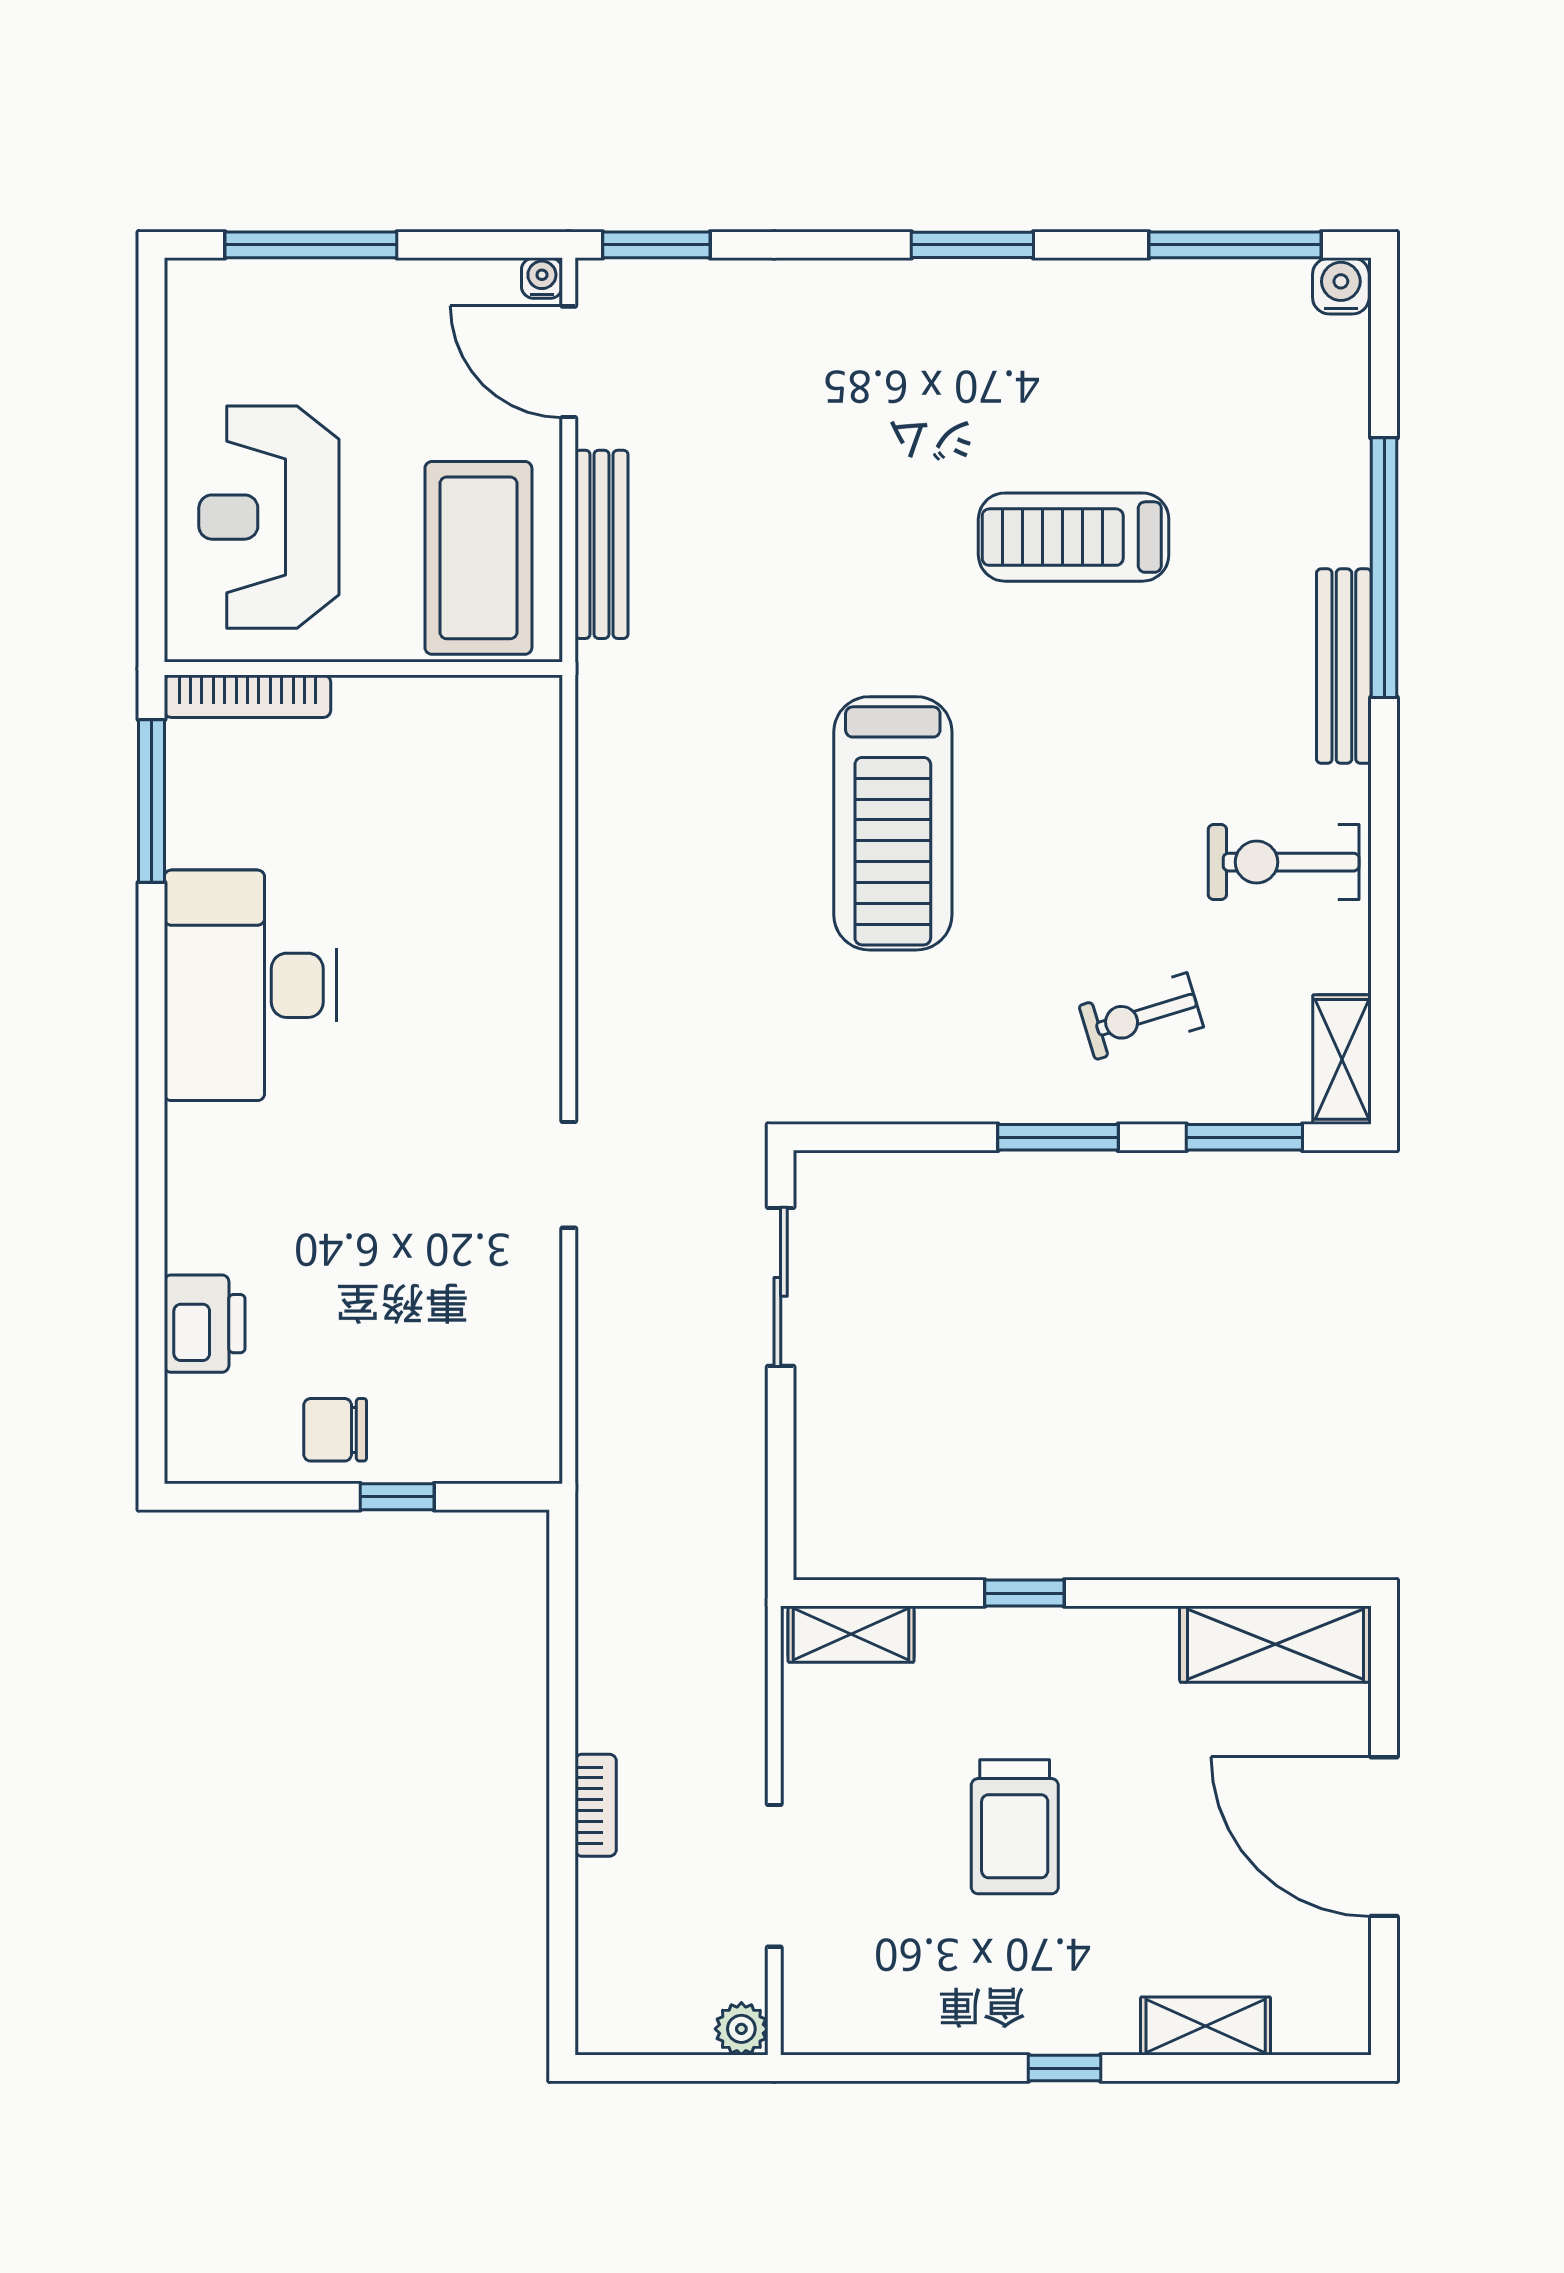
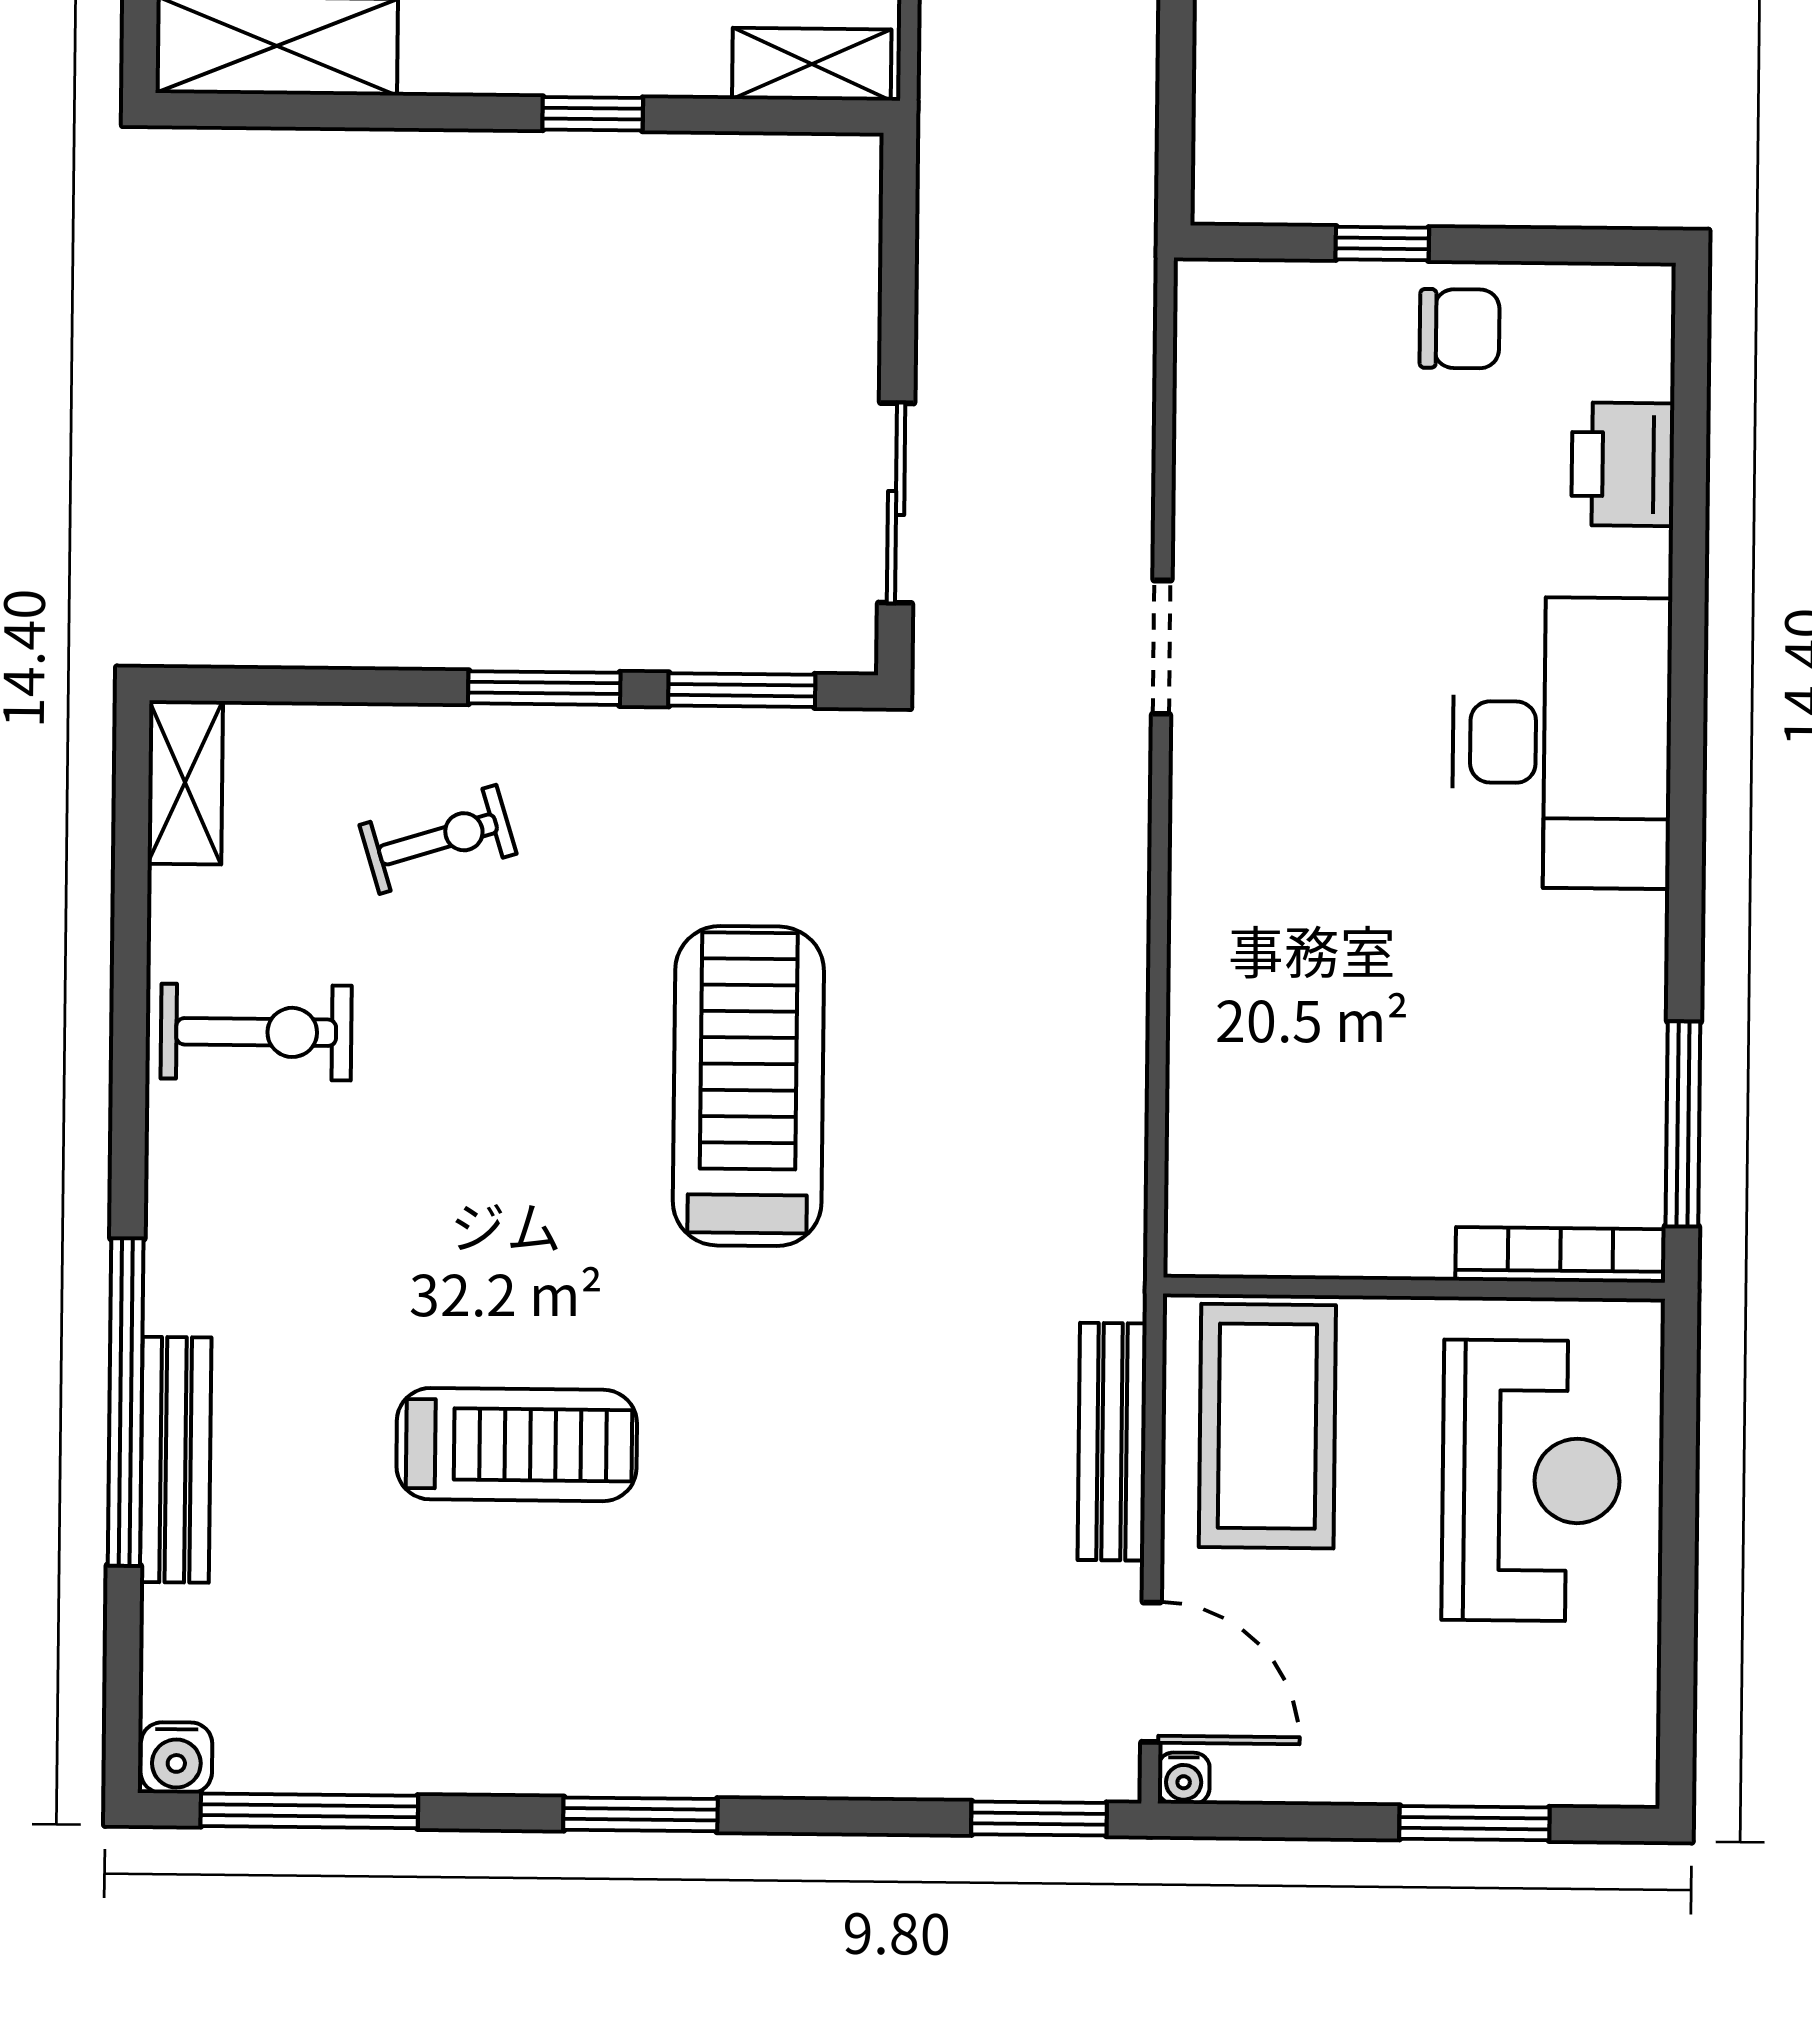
window: (311, 245) -> (1474, 1823), width x0.69
bench: (1344, 666) -> (176, 1460), moved
desk: (251, 985) -> (1562, 743), moved
window: (1244, 1137) -> (742, 690), moved

